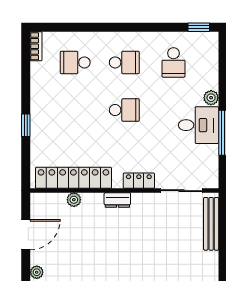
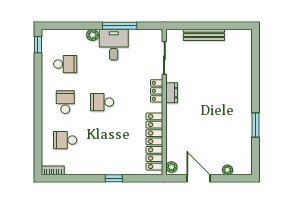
school desk: (75, 62) -> (65, 140), turned 90
school desk: (124, 110) -> (102, 102), turned -90
plant: (74, 200) -> (171, 167), moved
dresser: (117, 200) -> (172, 93), moved
bench: (211, 224) -> (204, 35), moved

